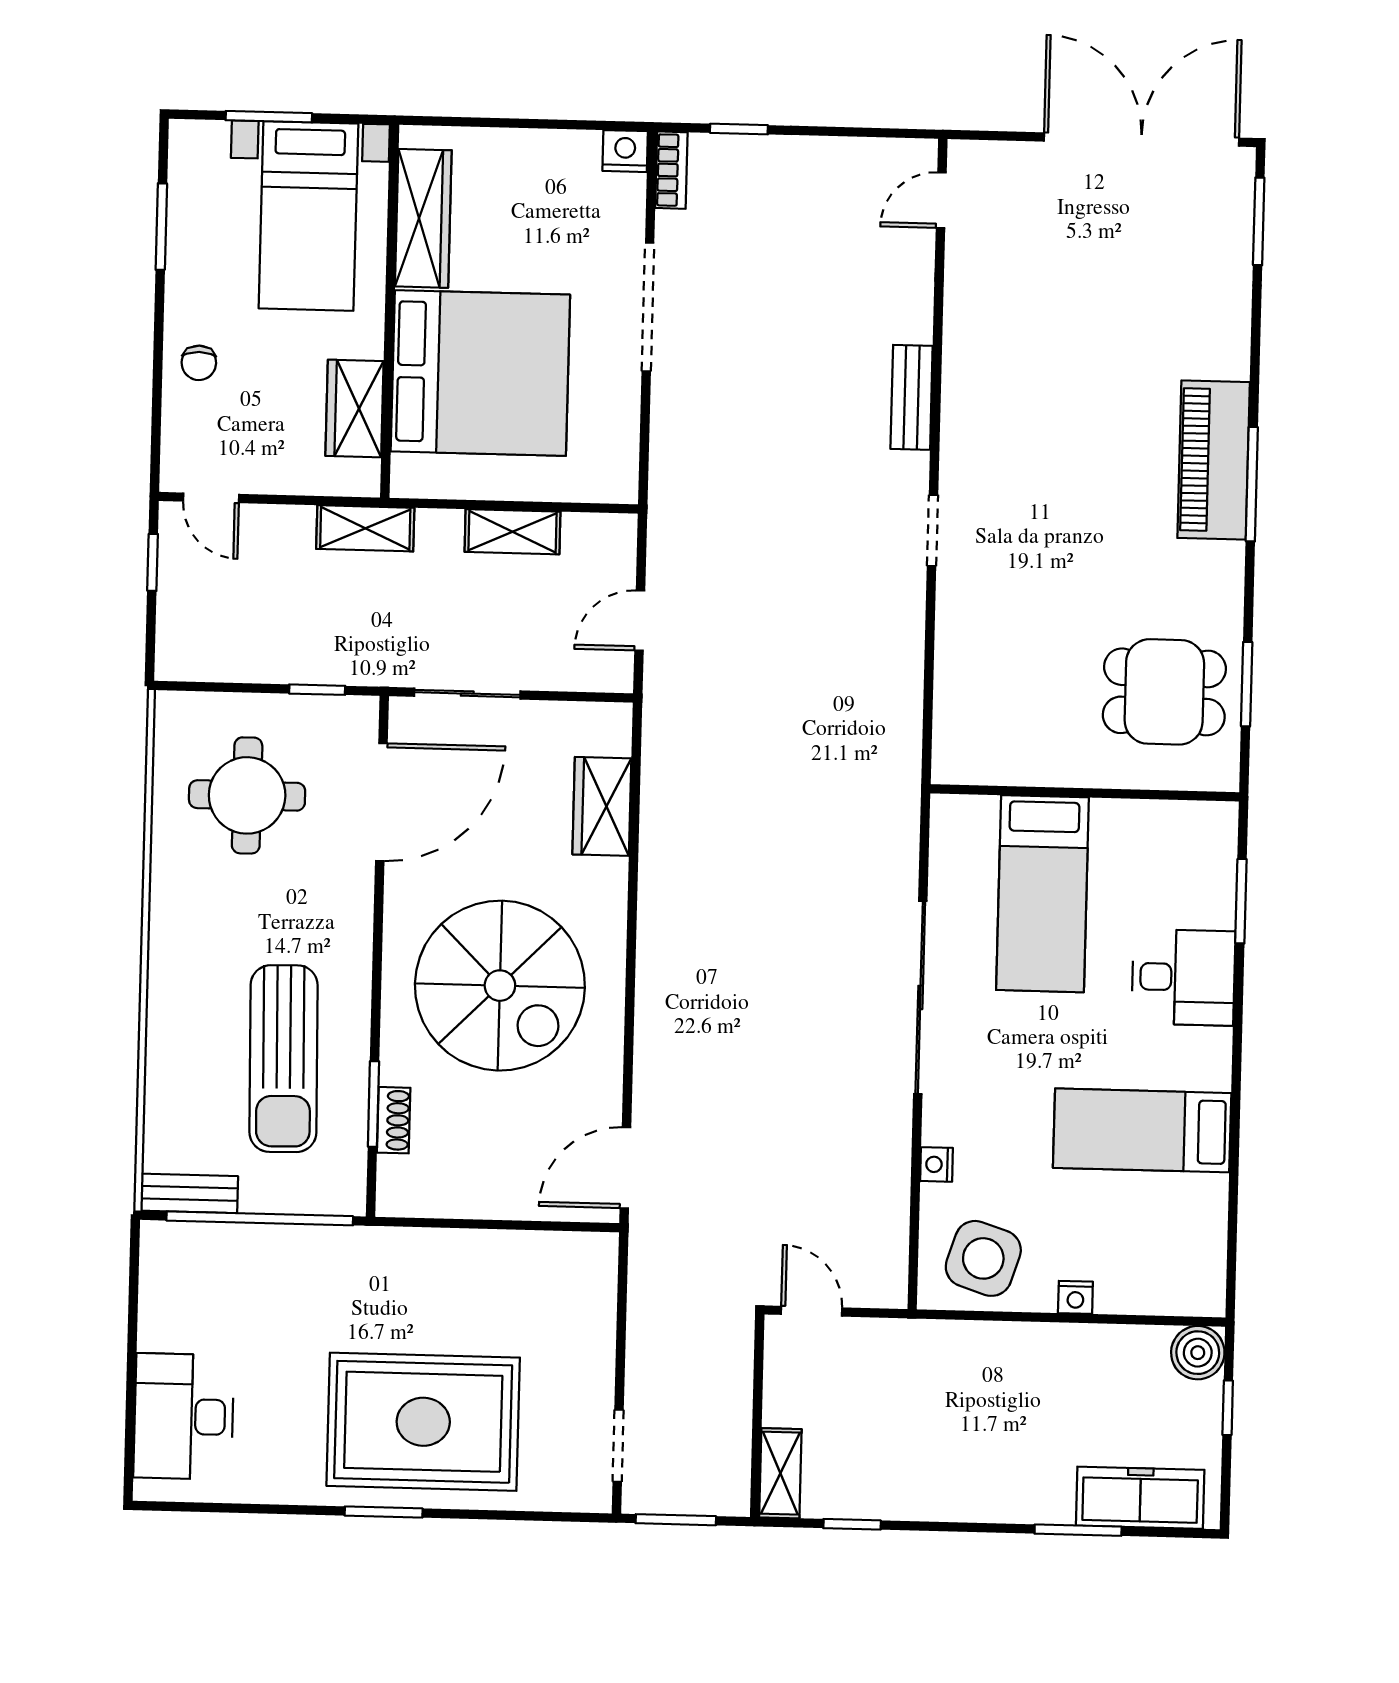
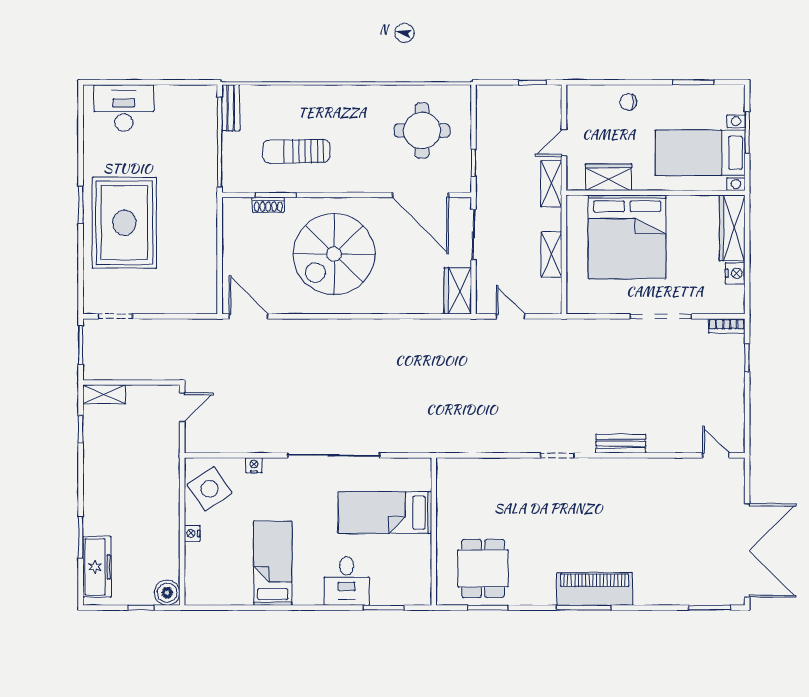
nightstand: (625, 151) -> (735, 273), moved
wardrobe: (423, 218) -> (732, 228), moved, turned 90
door: (211, 498) -> (564, 143), moved
wardrobe: (602, 806) -> (458, 291), moved, turned -90
sun lounger: (283, 1059) -> (296, 151), width x0.73, depth x0.75
side table: (983, 1258) -> (210, 489), turned 38

